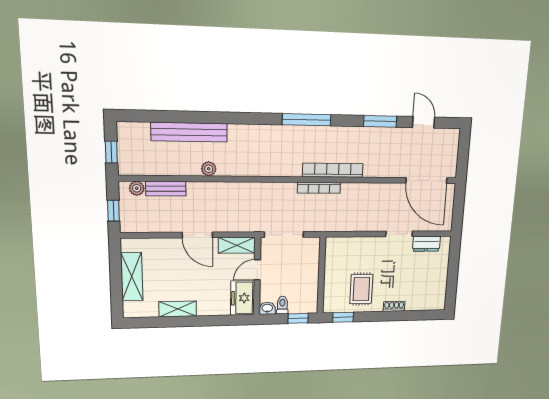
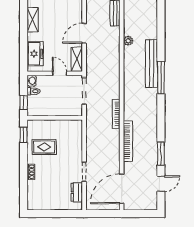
window: (306, 120) -> (161, 78), moved
bench: (189, 132) -> (151, 64), moved
bookcase: (333, 170) -> (128, 141), moved
freezer: (243, 298) -> (35, 54), moved, turned 90

